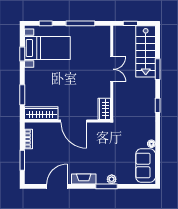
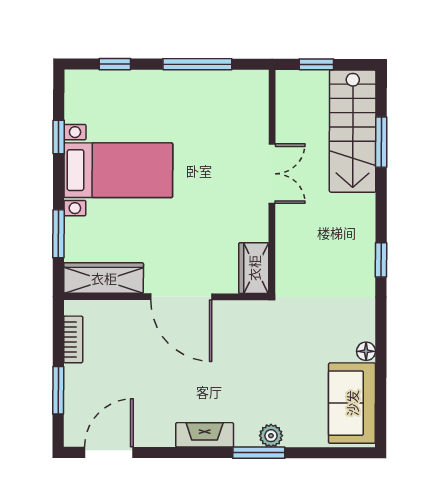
bed with nightstands: (47, 48) -> (118, 170), moved
window: (158, 69) -> (381, 142), moved
door: (57, 186) -> (109, 452), moved

